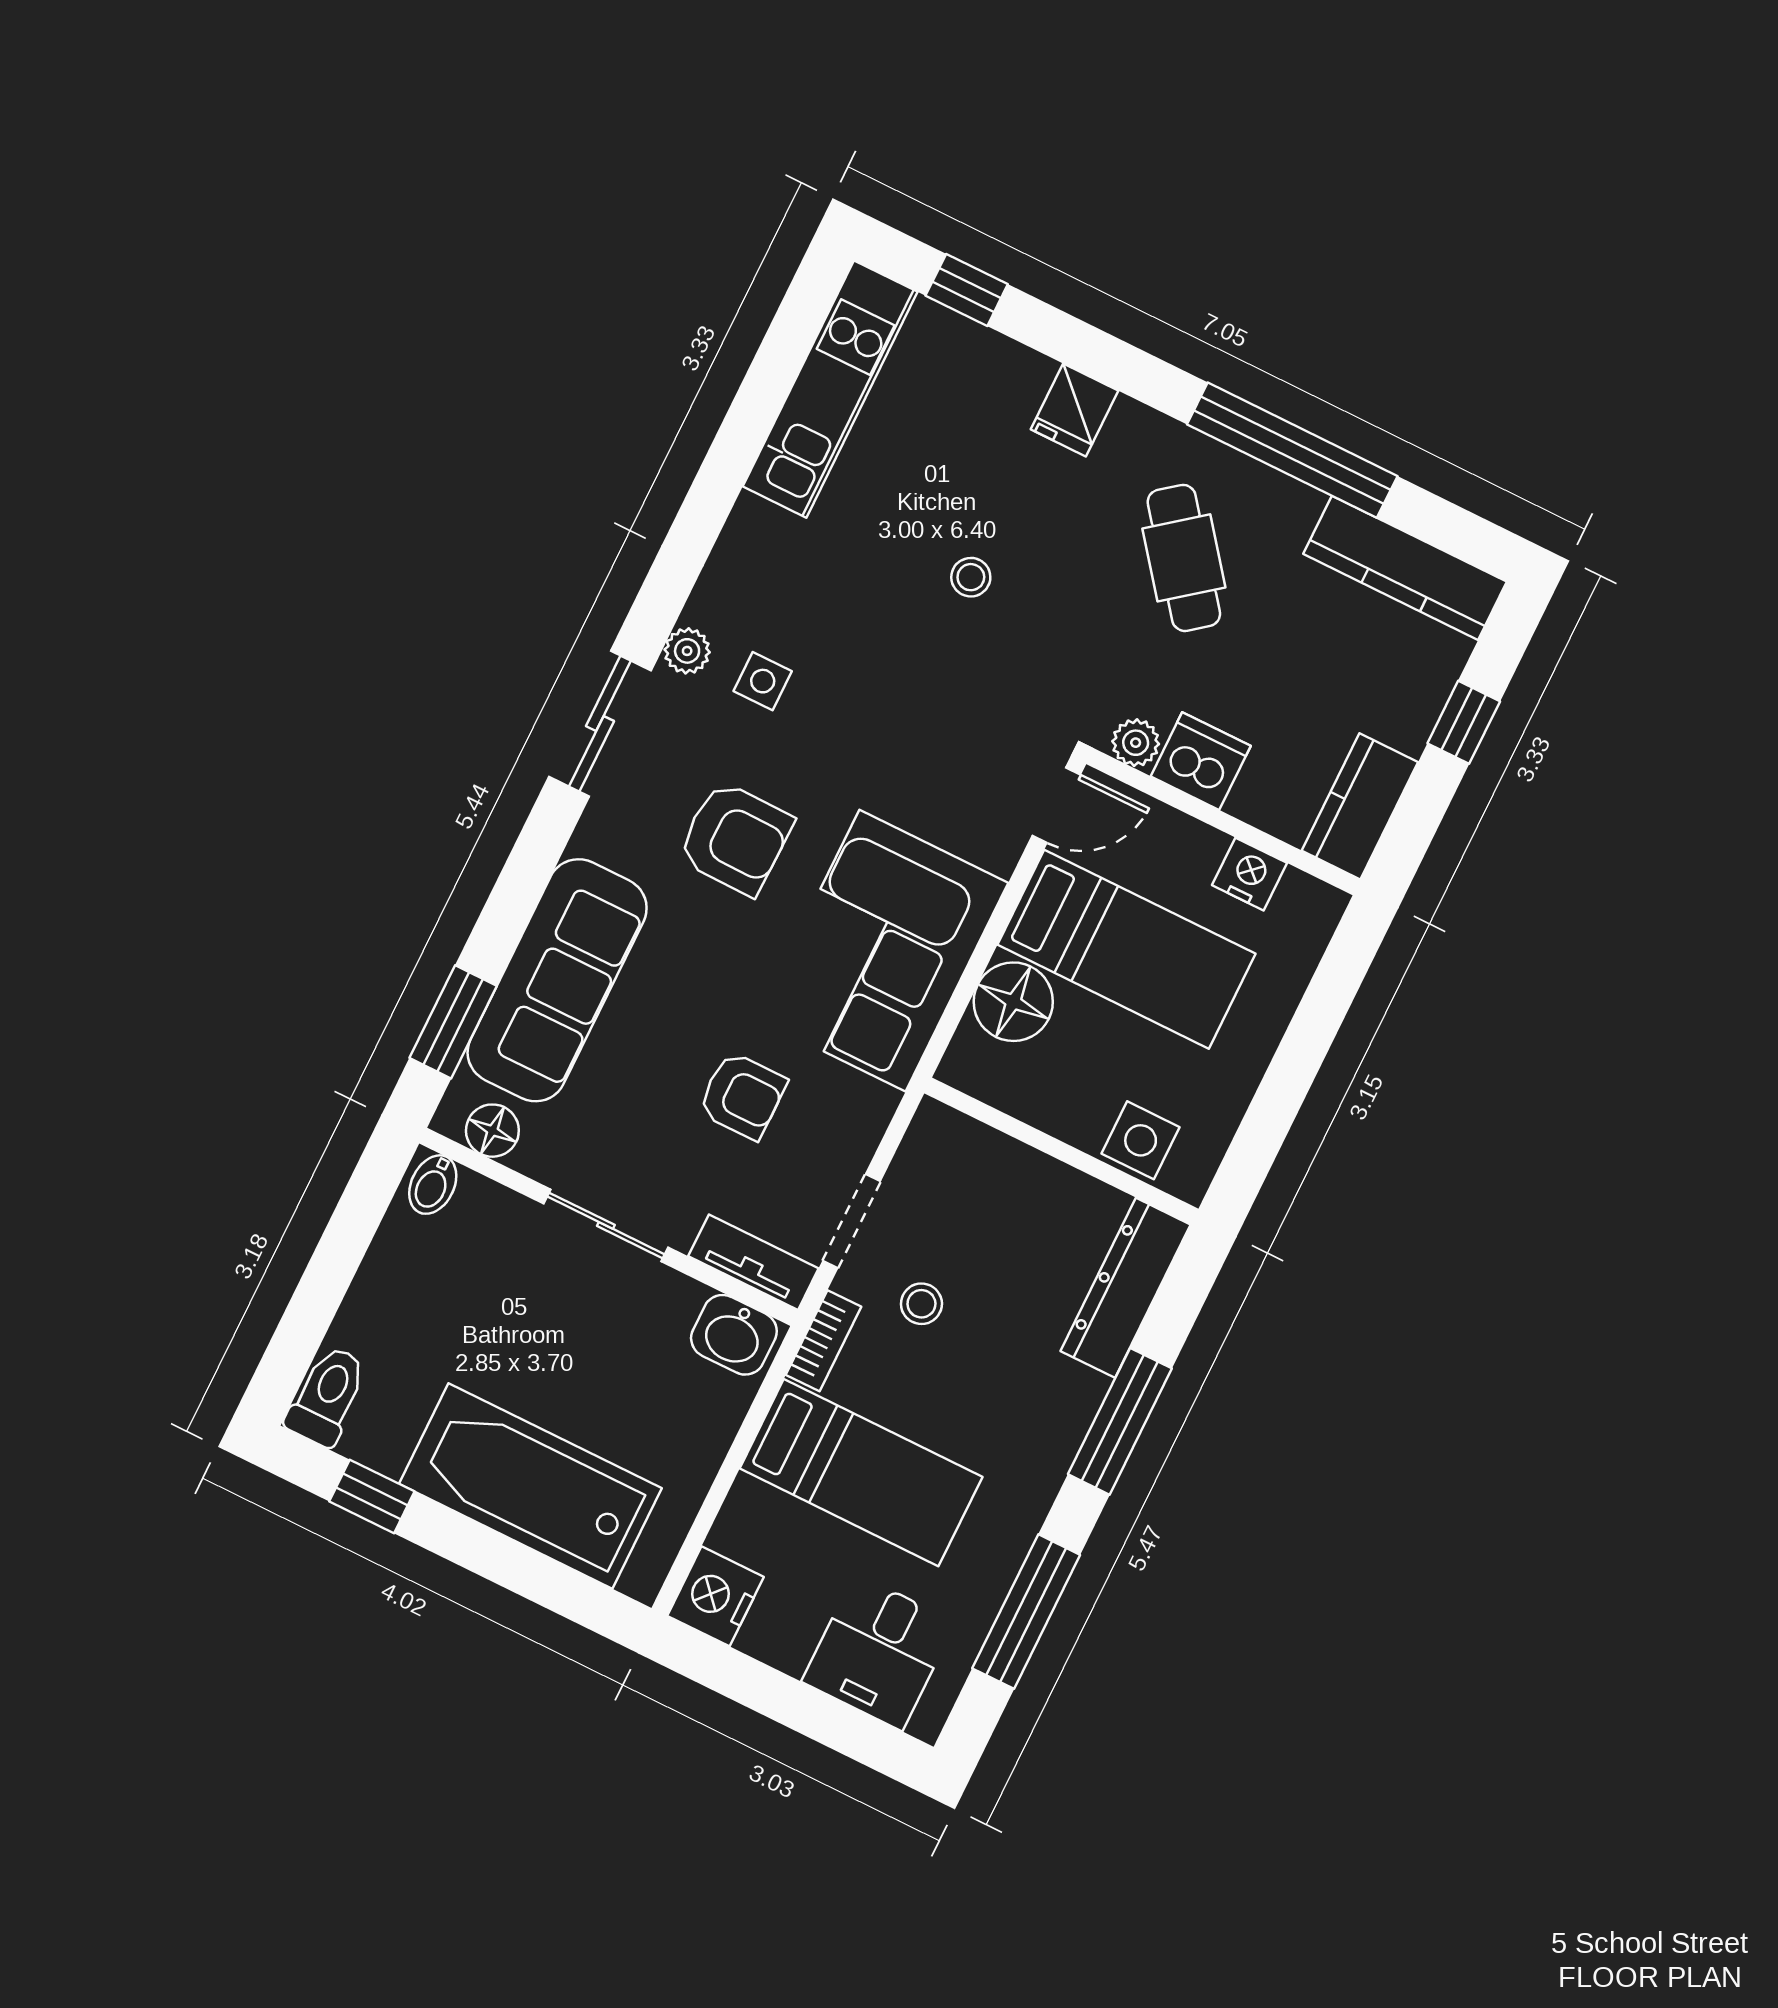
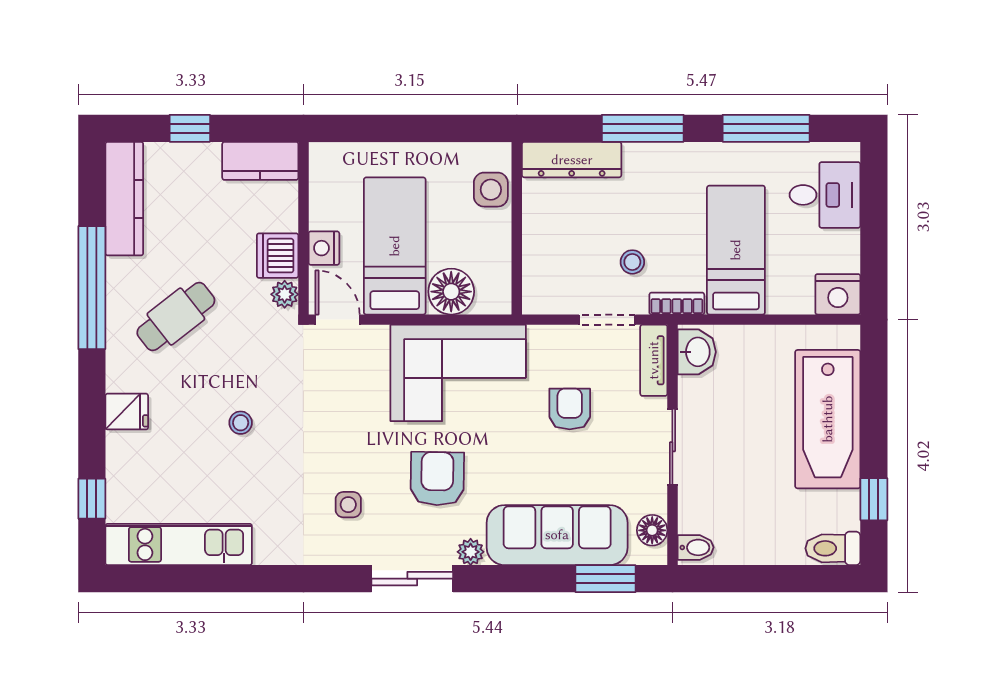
plant: (687, 651) -> (471, 552), moved
nightstand: (1250, 874) -> (324, 248), moved

